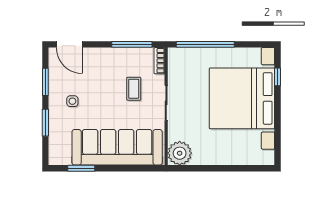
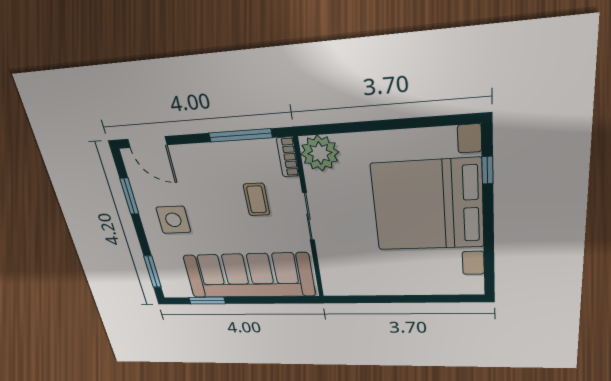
window: (205, 44) -> (359, 127), removed
side table: (72, 101) -> (173, 220), width x1.87, depth x1.87
window: (45, 123) -> (152, 272), moved
plant: (180, 153) -> (320, 153), moved

